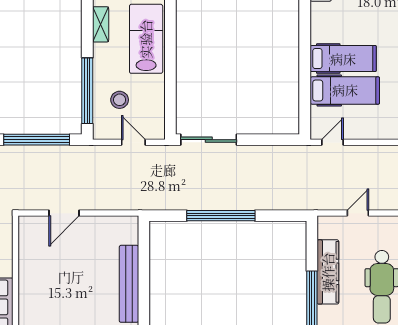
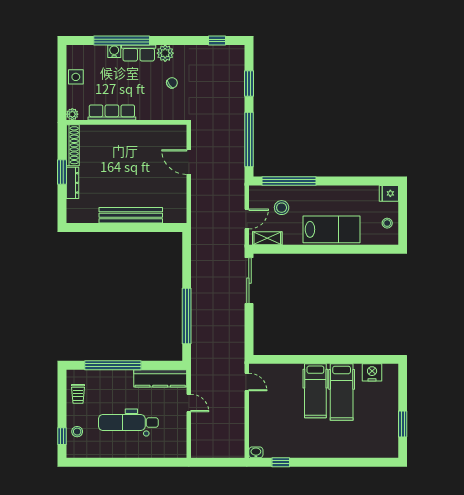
shelving: (101, 24) -> (267, 238), moved
hospital bed: (345, 90) -> (342, 392), moved
window: (221, 216) -> (187, 316), moved
kitchen counter: (328, 272) -> (160, 378), moved

